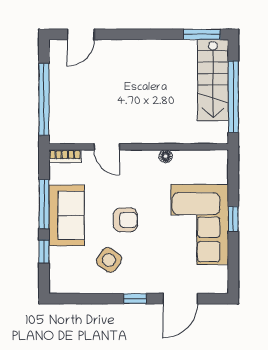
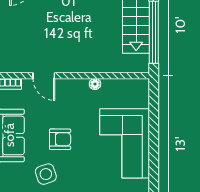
window: (233, 219) -> (154, 138), removed
side table: (109, 260) -> (46, 174), turned 36

